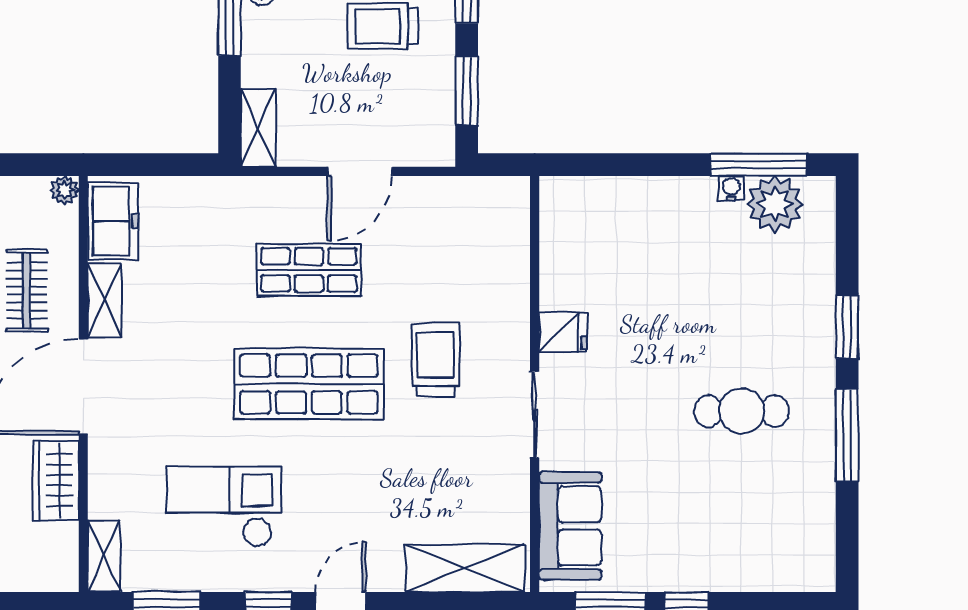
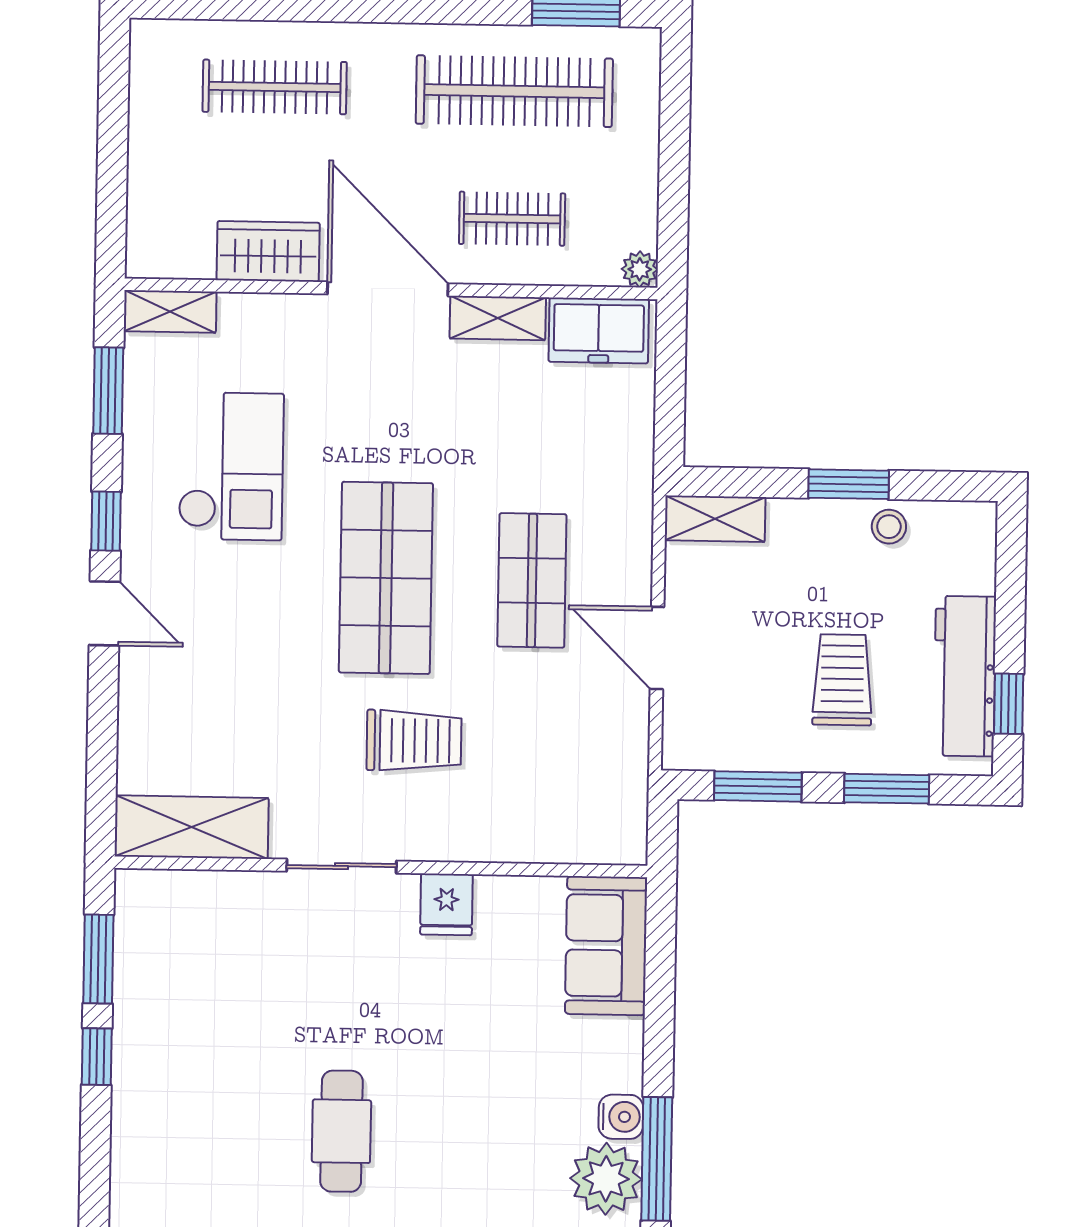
water cooler: (731, 188) -> (621, 1117), width x1.38, depth x1.38
sofa: (570, 526) -> (606, 946), moved, turned 90
shelving: (465, 568) -> (192, 827), moved, turned 90

